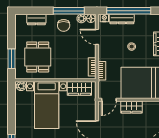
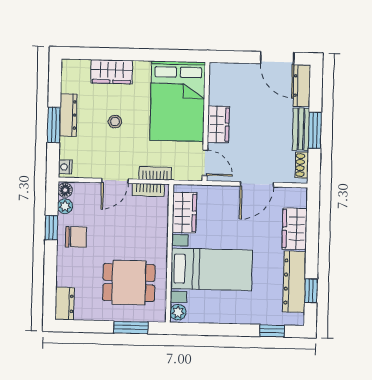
window: (69, 11) -> (51, 228), width x0.46
window: (129, 11) -> (54, 125), width x0.47
dresser: (122, 19) -> (68, 115), moved
dresser: (36, 20) -> (64, 304), moved
door: (97, 37) -> (115, 181), moved

